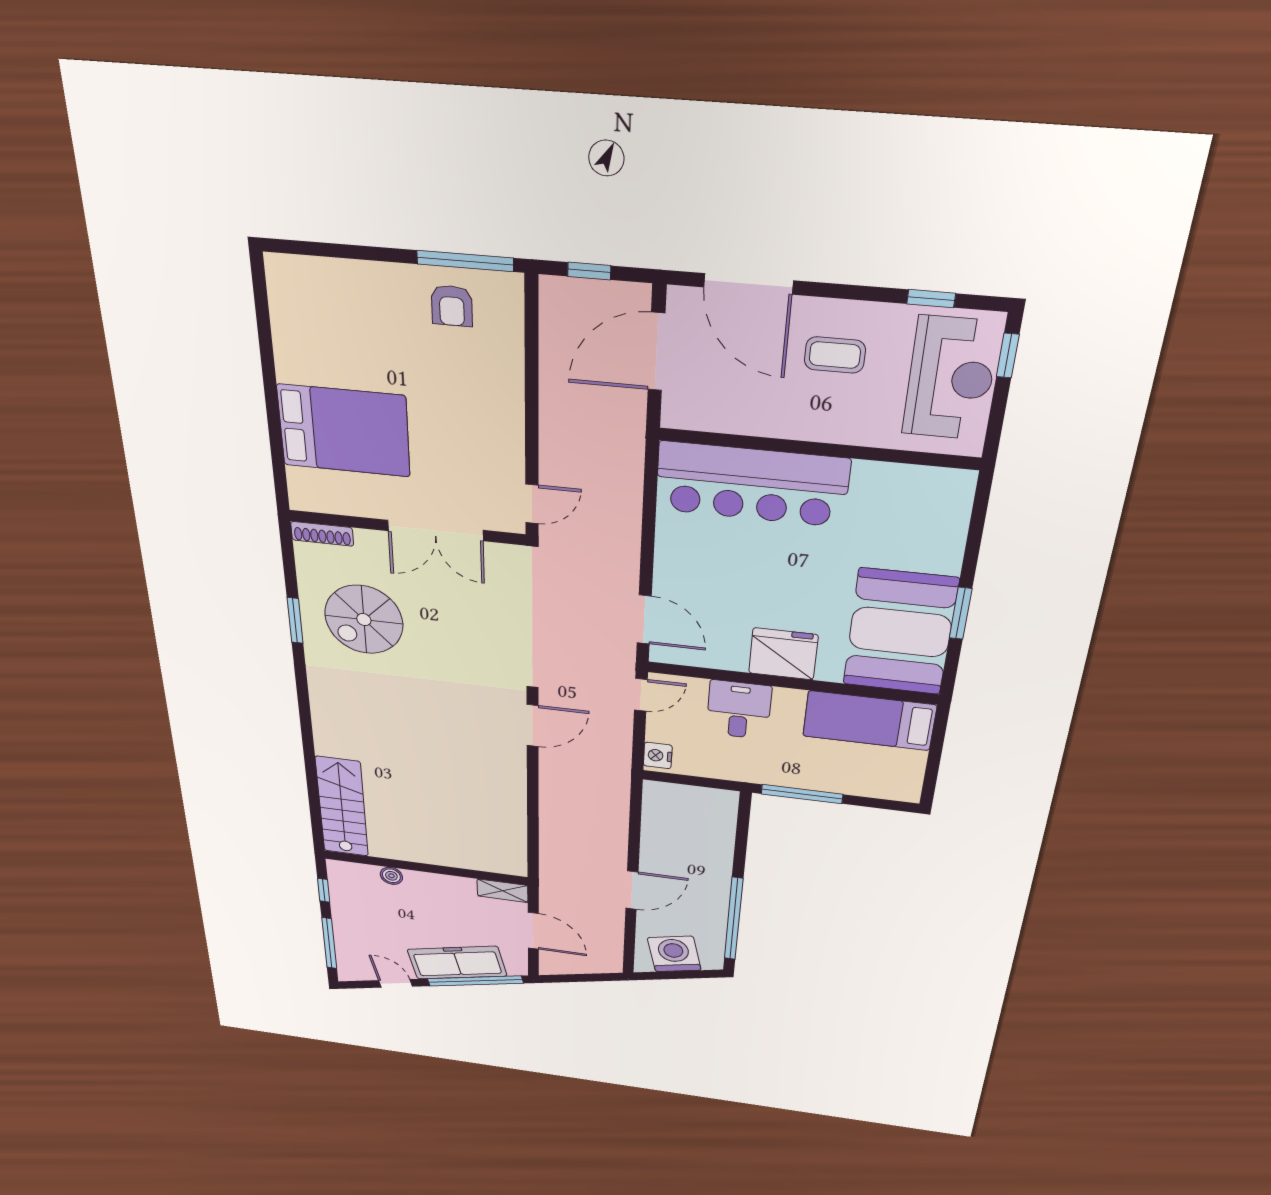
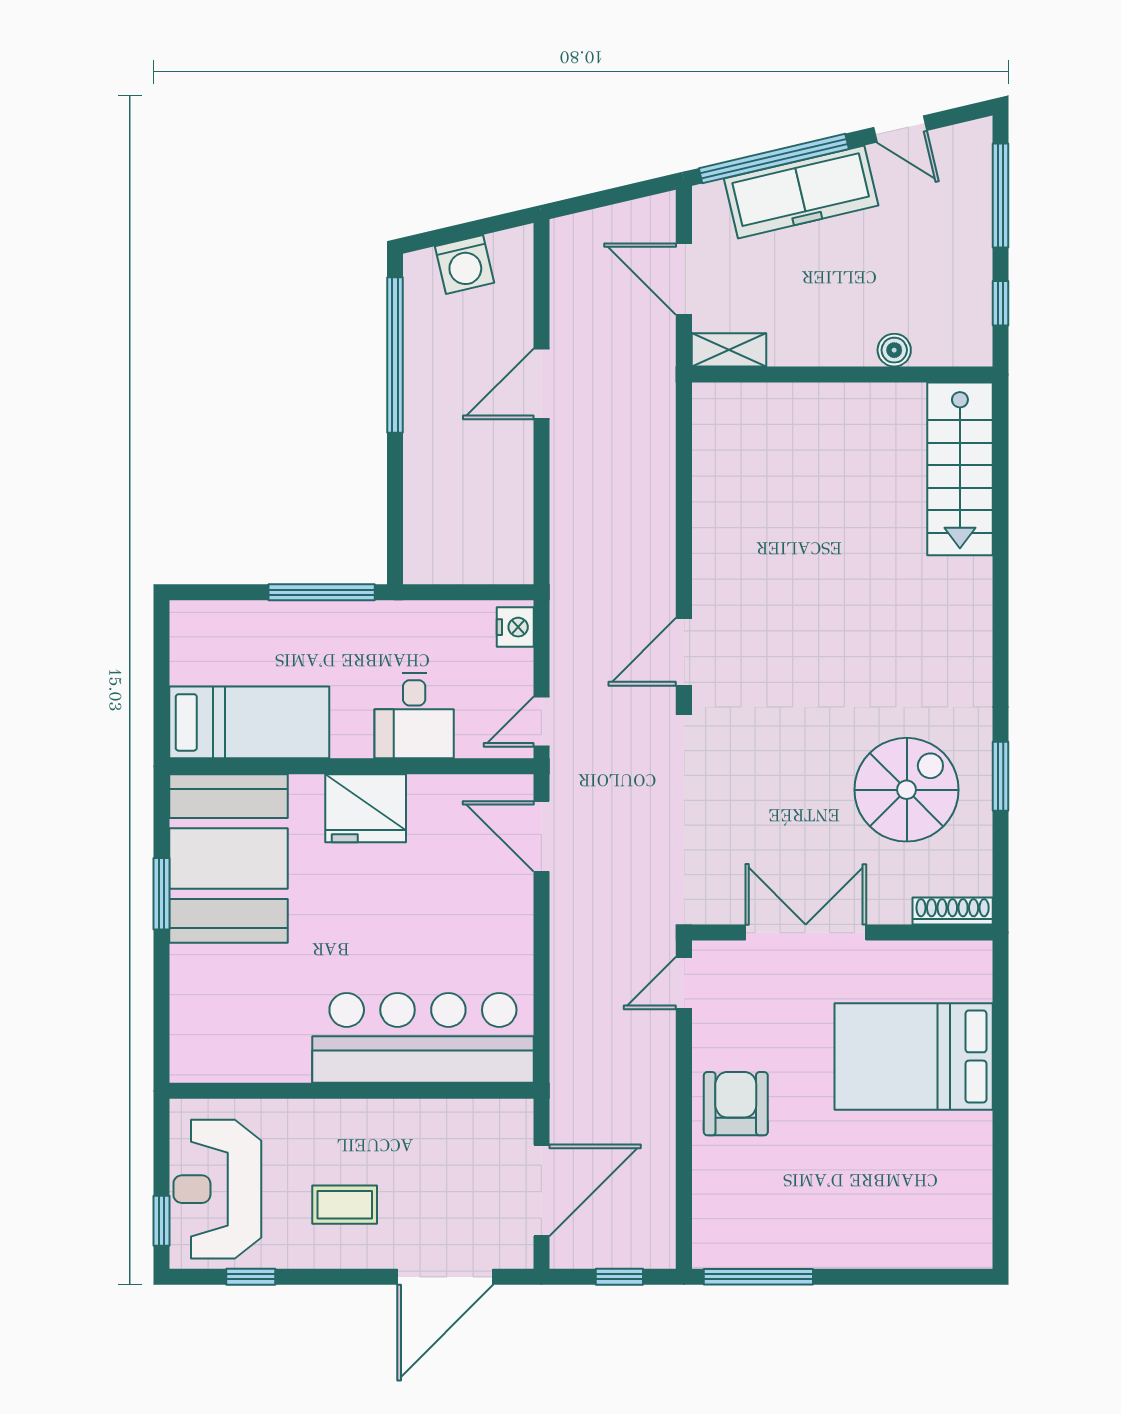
door: (748, 284) -> (445, 1277), swing flipped
armchair: (452, 306) -> (736, 1104), moved, width x1.38, depth x1.38
washing machine: (674, 954) -> (464, 265), width x0.73, depth x0.73

